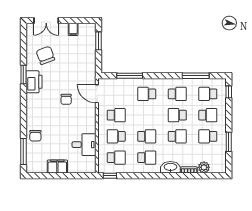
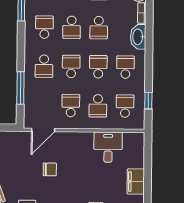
school desk: (147, 115) -> (71, 66), added
school desk: (177, 136) -> (99, 28), turned 180
window: (110, 176) -> (148, 101), moved

